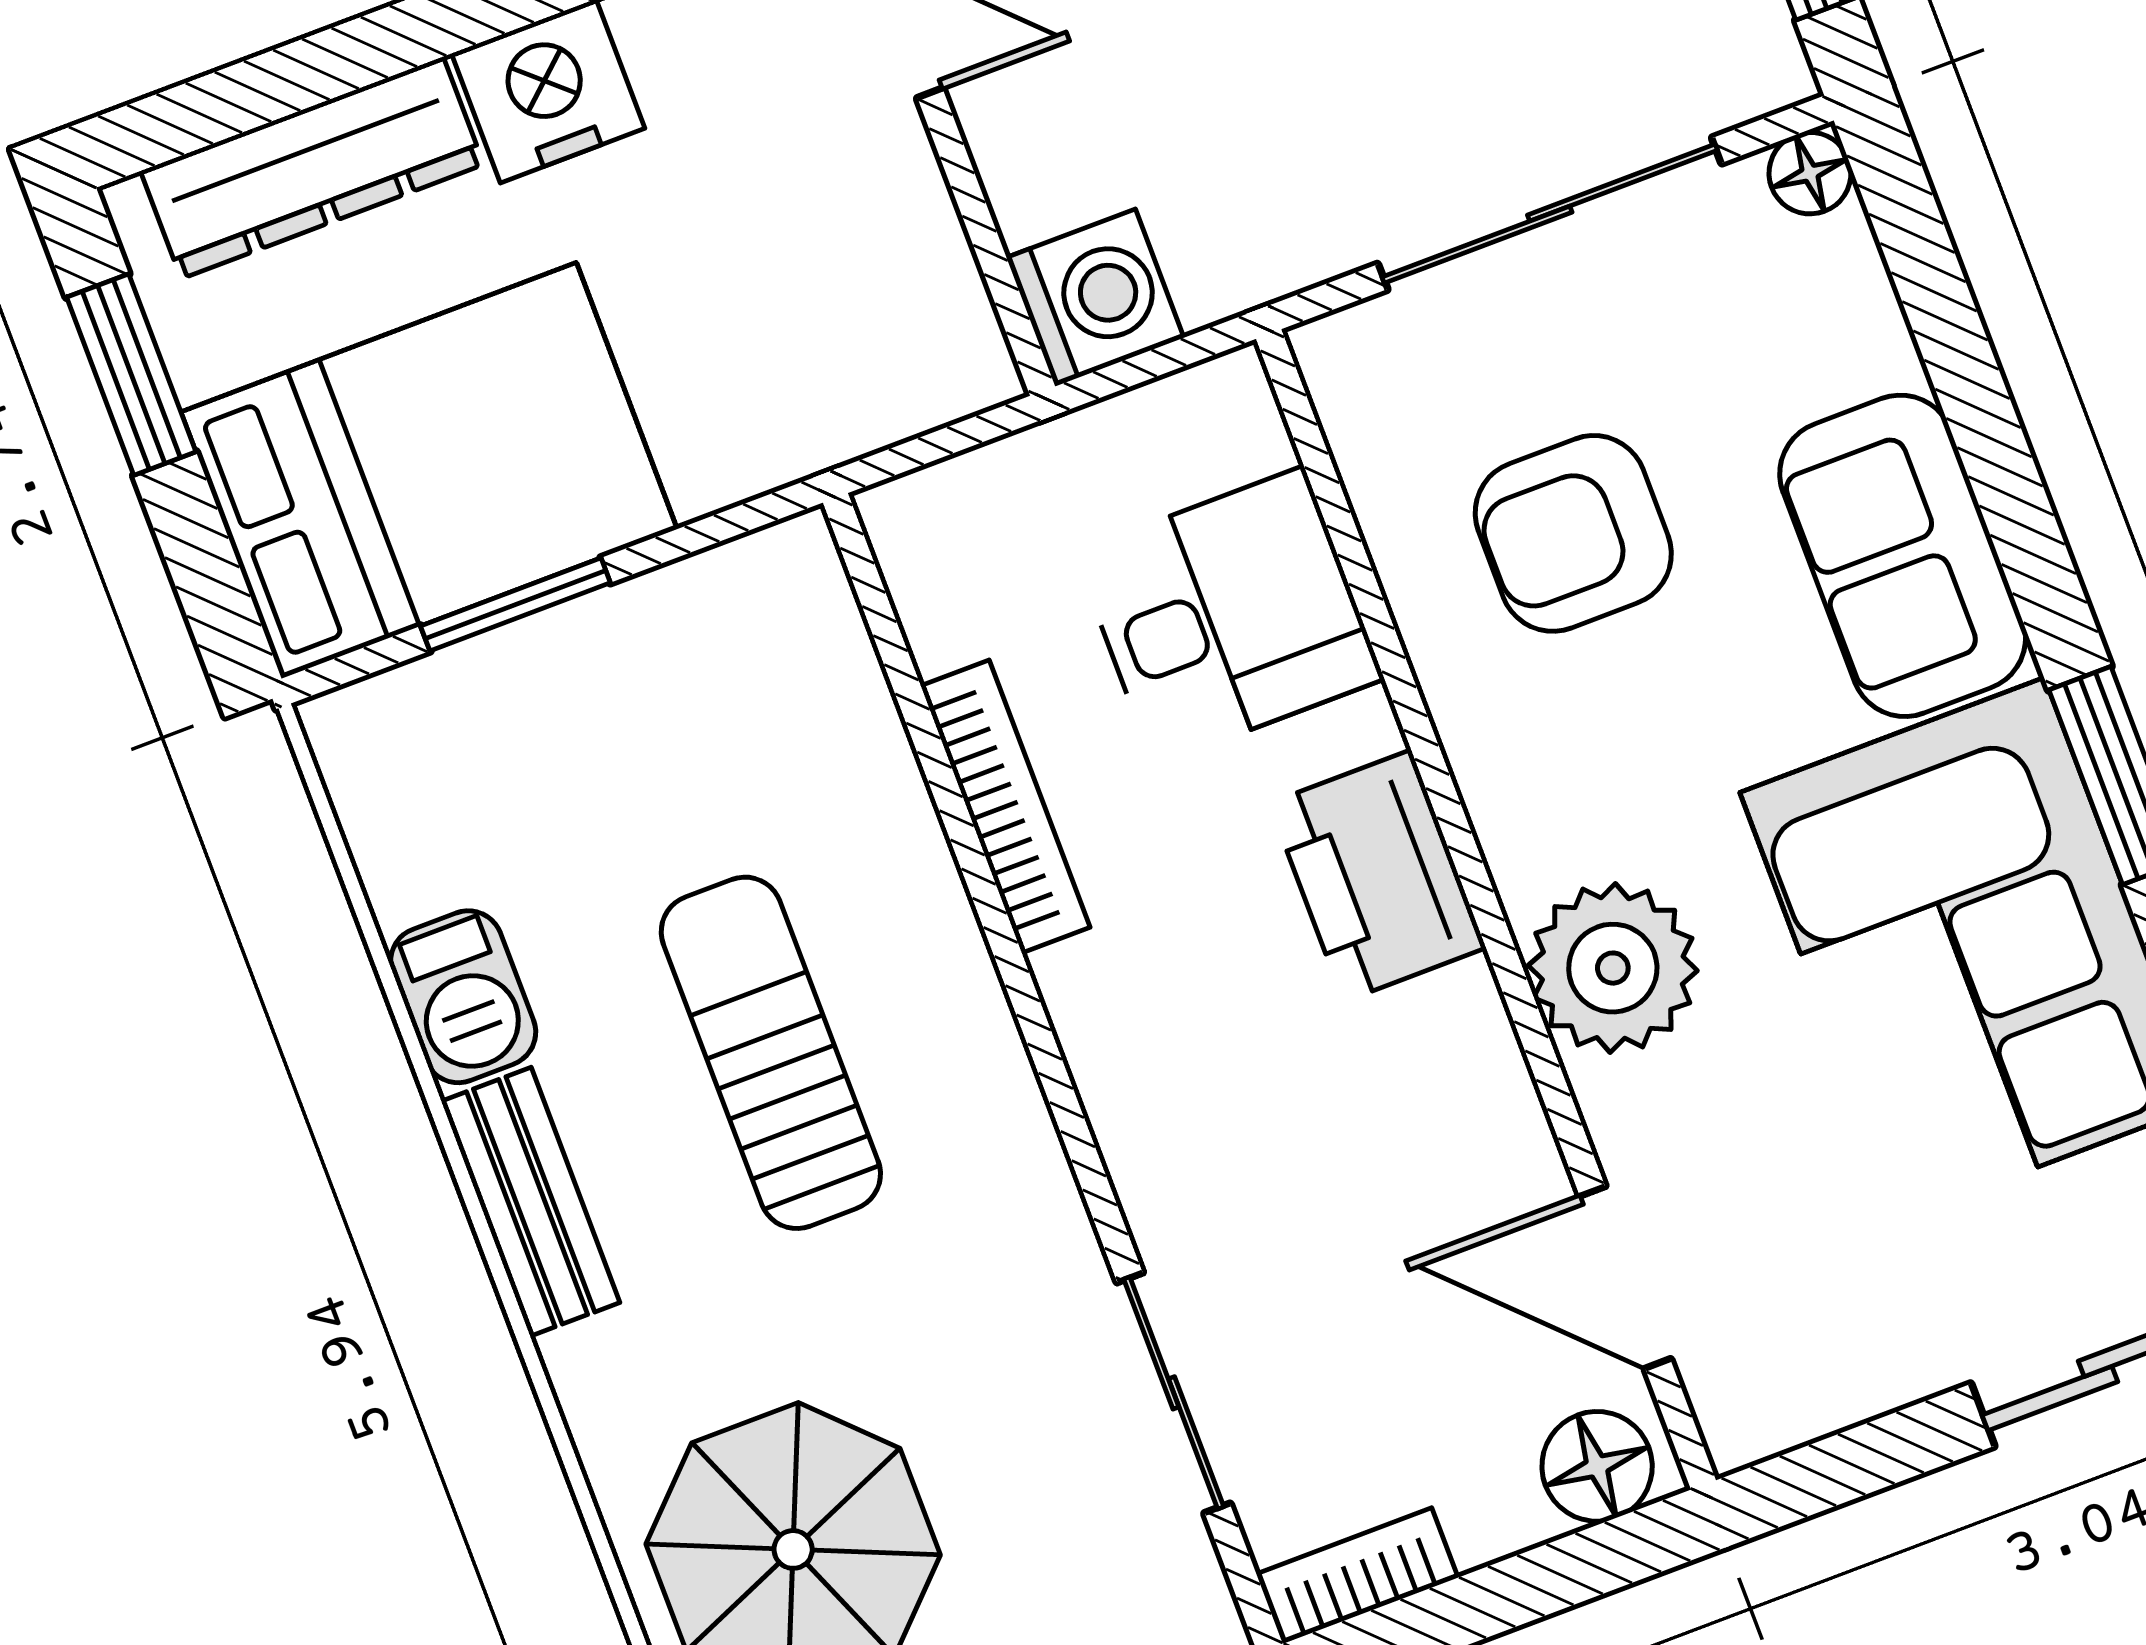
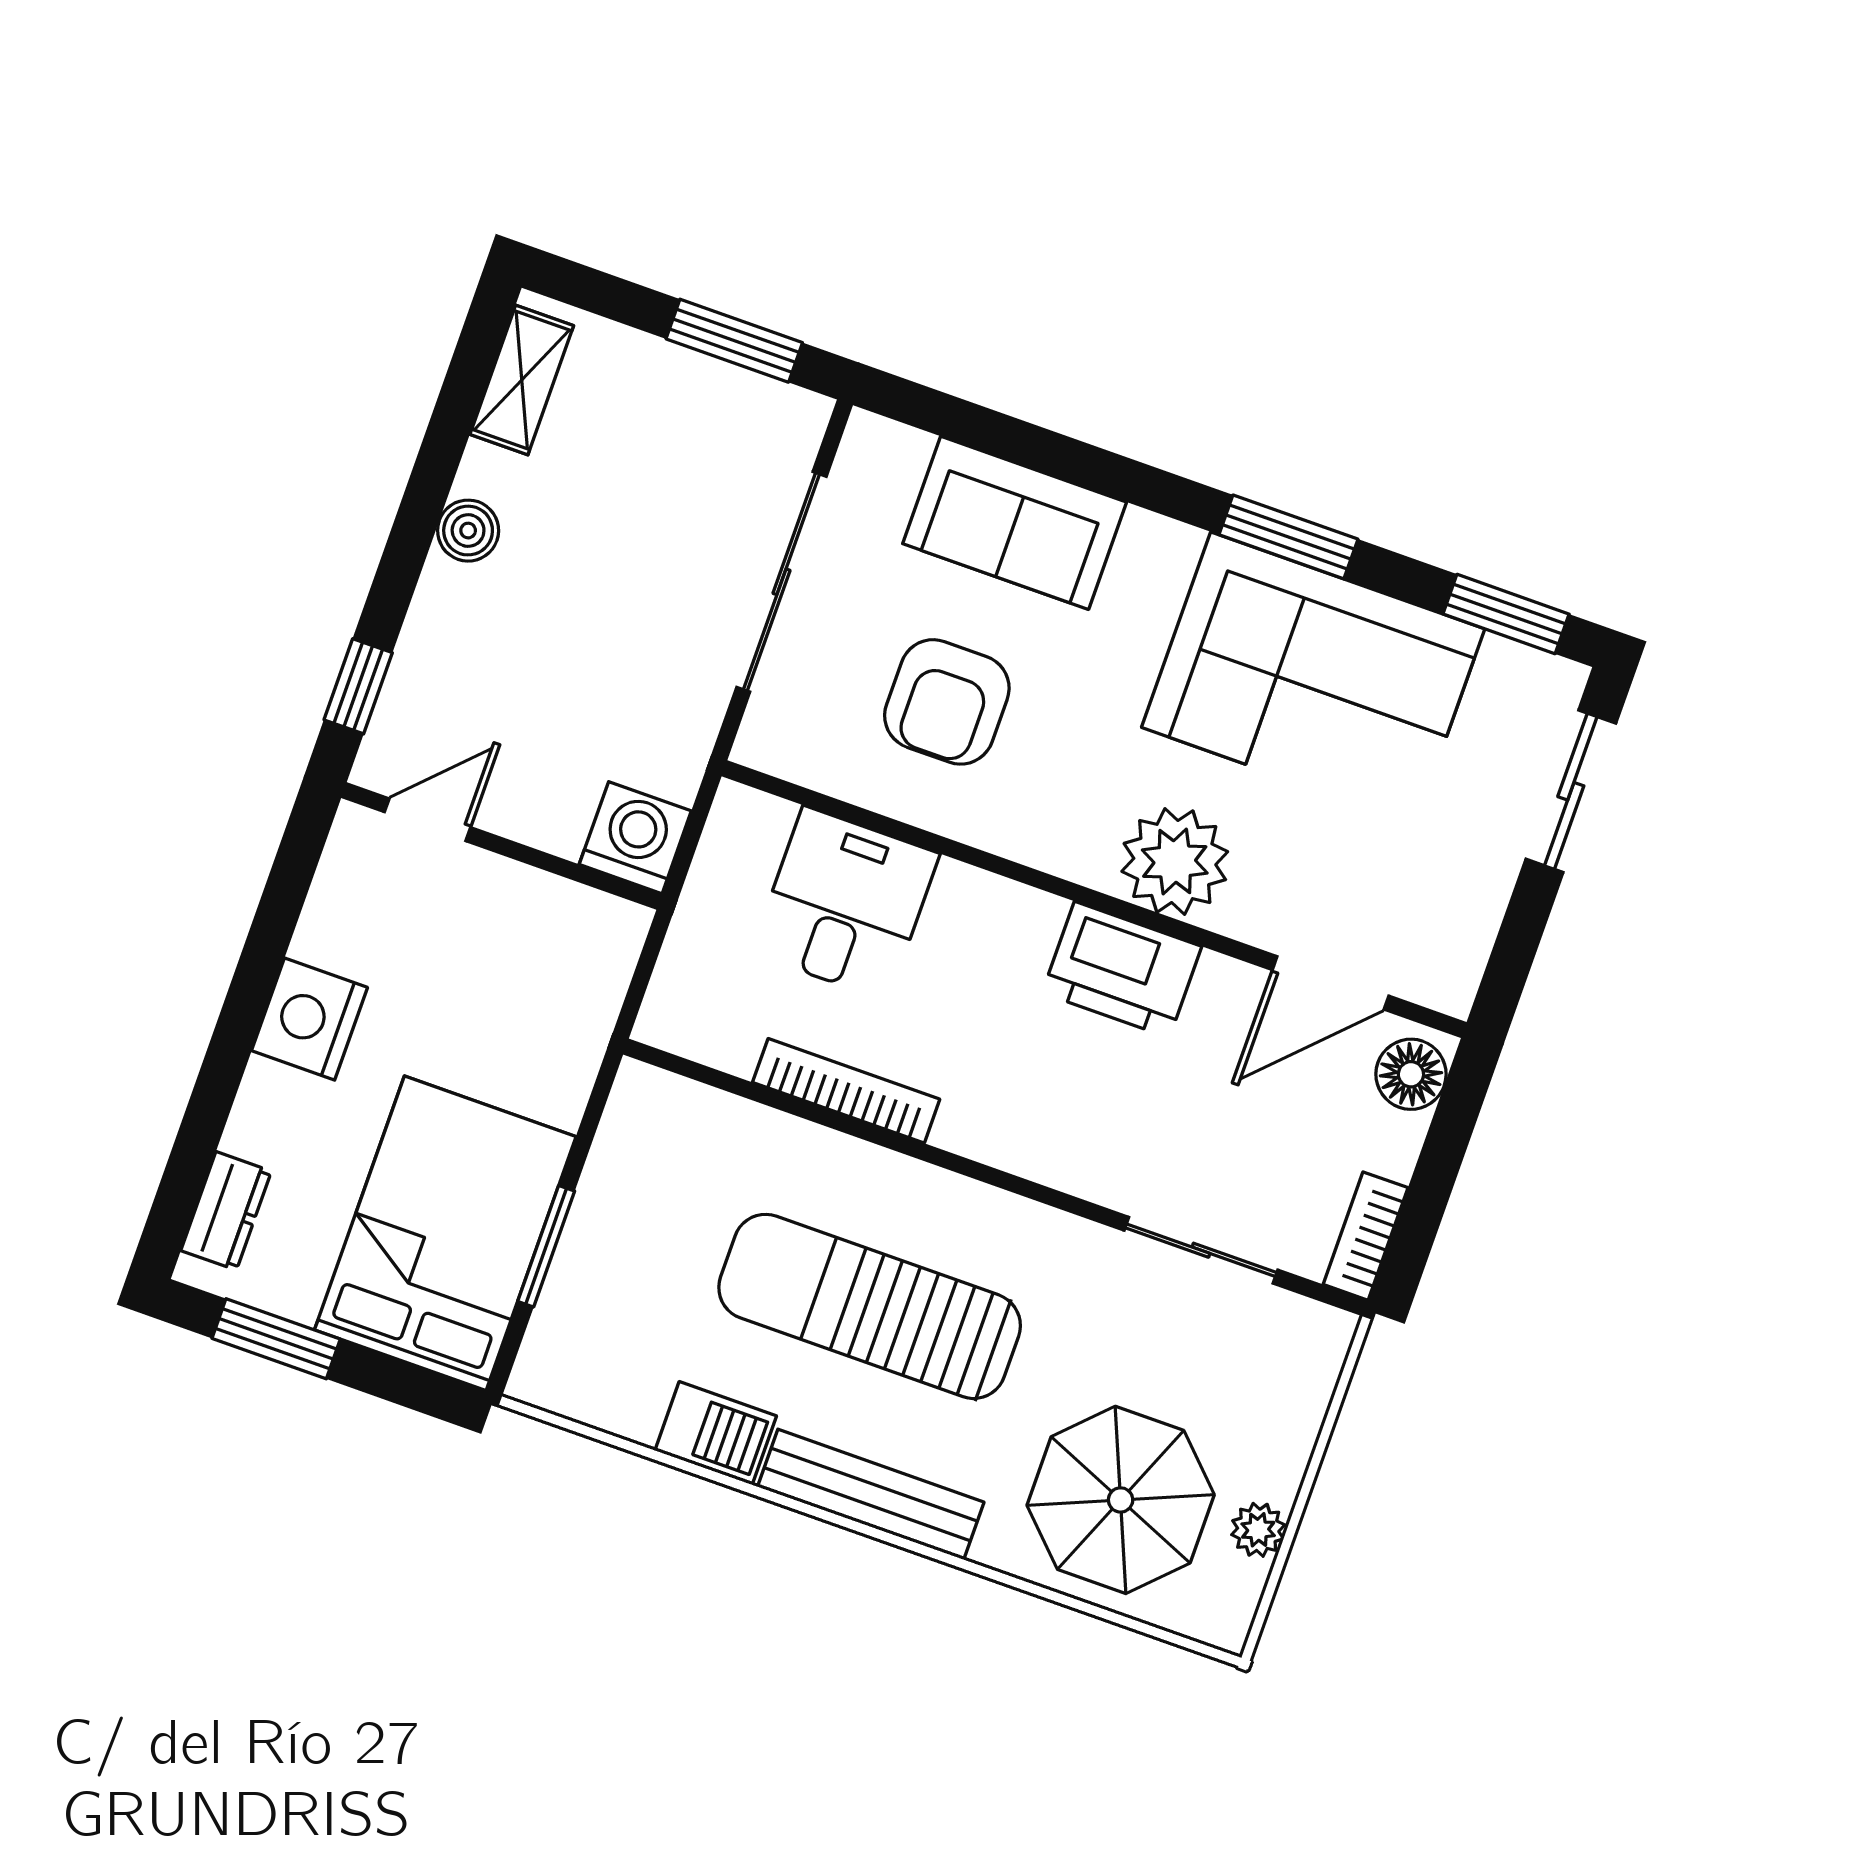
dresser: (312, 168) -> (226, 1211), width x0.51, depth x0.80
floor lamp: (1810, 173) -> (869, 438), removed
sofa: (1903, 556) -> (1015, 523), moved
printer: (1378, 876) -> (1122, 969), moved
sun lounger: (771, 1053) -> (870, 1306), width x1.36, depth x1.34
bench: (531, 1202) -> (871, 1494), width x1.36

